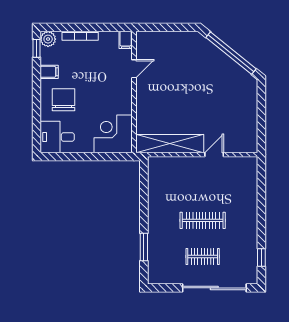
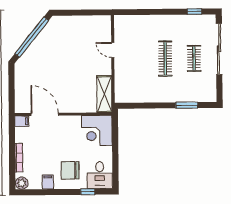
window: (37, 48) -> (88, 192), moved
door: (134, 69) -> (45, 114), width x1.87
shelving: (170, 144) -> (104, 94), width x0.68

